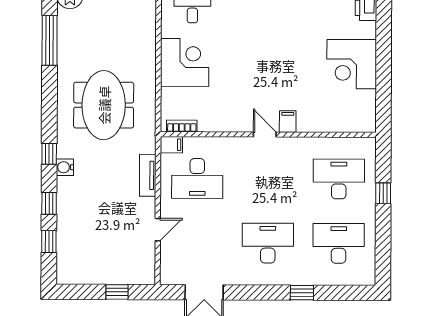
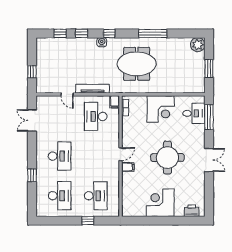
window: (50, 40) -> (153, 33), moved
round table: (271, 51) -> (167, 158), added
tv unit: (148, 175) -> (93, 89), width x1.41

